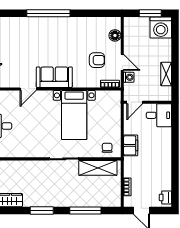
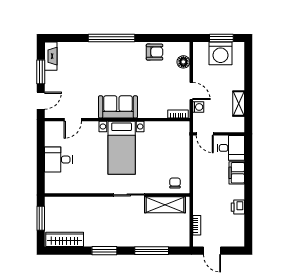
washing machine: (161, 28) -> (220, 53), moved
armchair: (97, 60) -> (155, 52), moved
door: (28, 89) -> (73, 120), moved
door: (135, 102) -> (205, 134), hinge flipped
bed with nightstands: (74, 115) -> (122, 148), moved
filing cabinet: (131, 145) -> (237, 173), moved, turned 180
printer: (165, 197) -> (238, 207), moved

